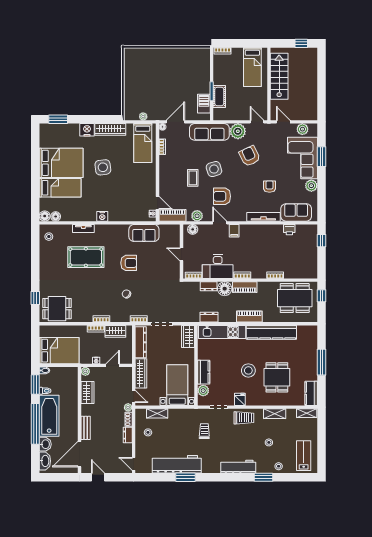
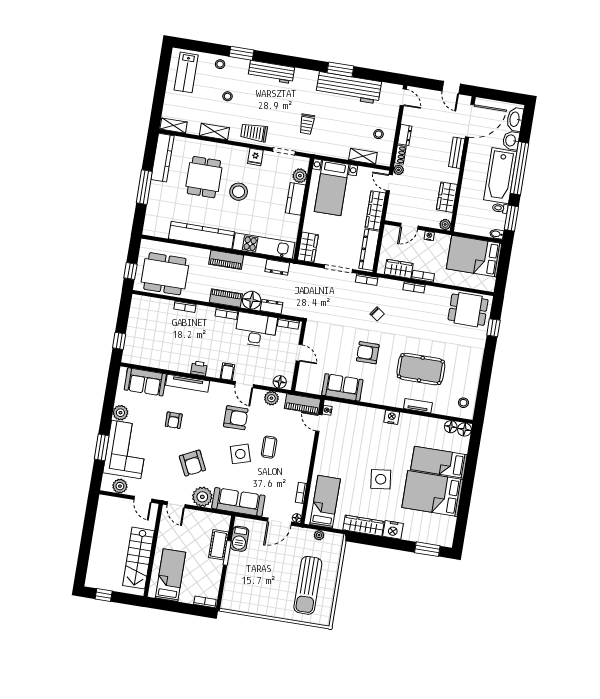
sun lounger: (145, 77) -> (308, 585), added
printer: (289, 230) -> (199, 368), moved
kitchen counter: (311, 393) -> (162, 158), width x1.50

